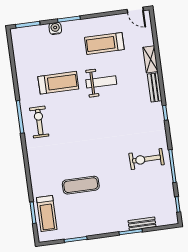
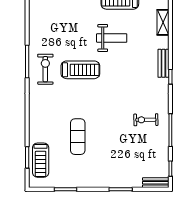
treadmill: (58, 83) -> (80, 70), moved
bench: (155, 87) -> (163, 63), moved
exercise bike: (147, 159) -> (146, 120), width x0.73, depth x0.72
exercise mat: (81, 185) -> (78, 137), turned 90
bench: (142, 224) -> (156, 183), moved

